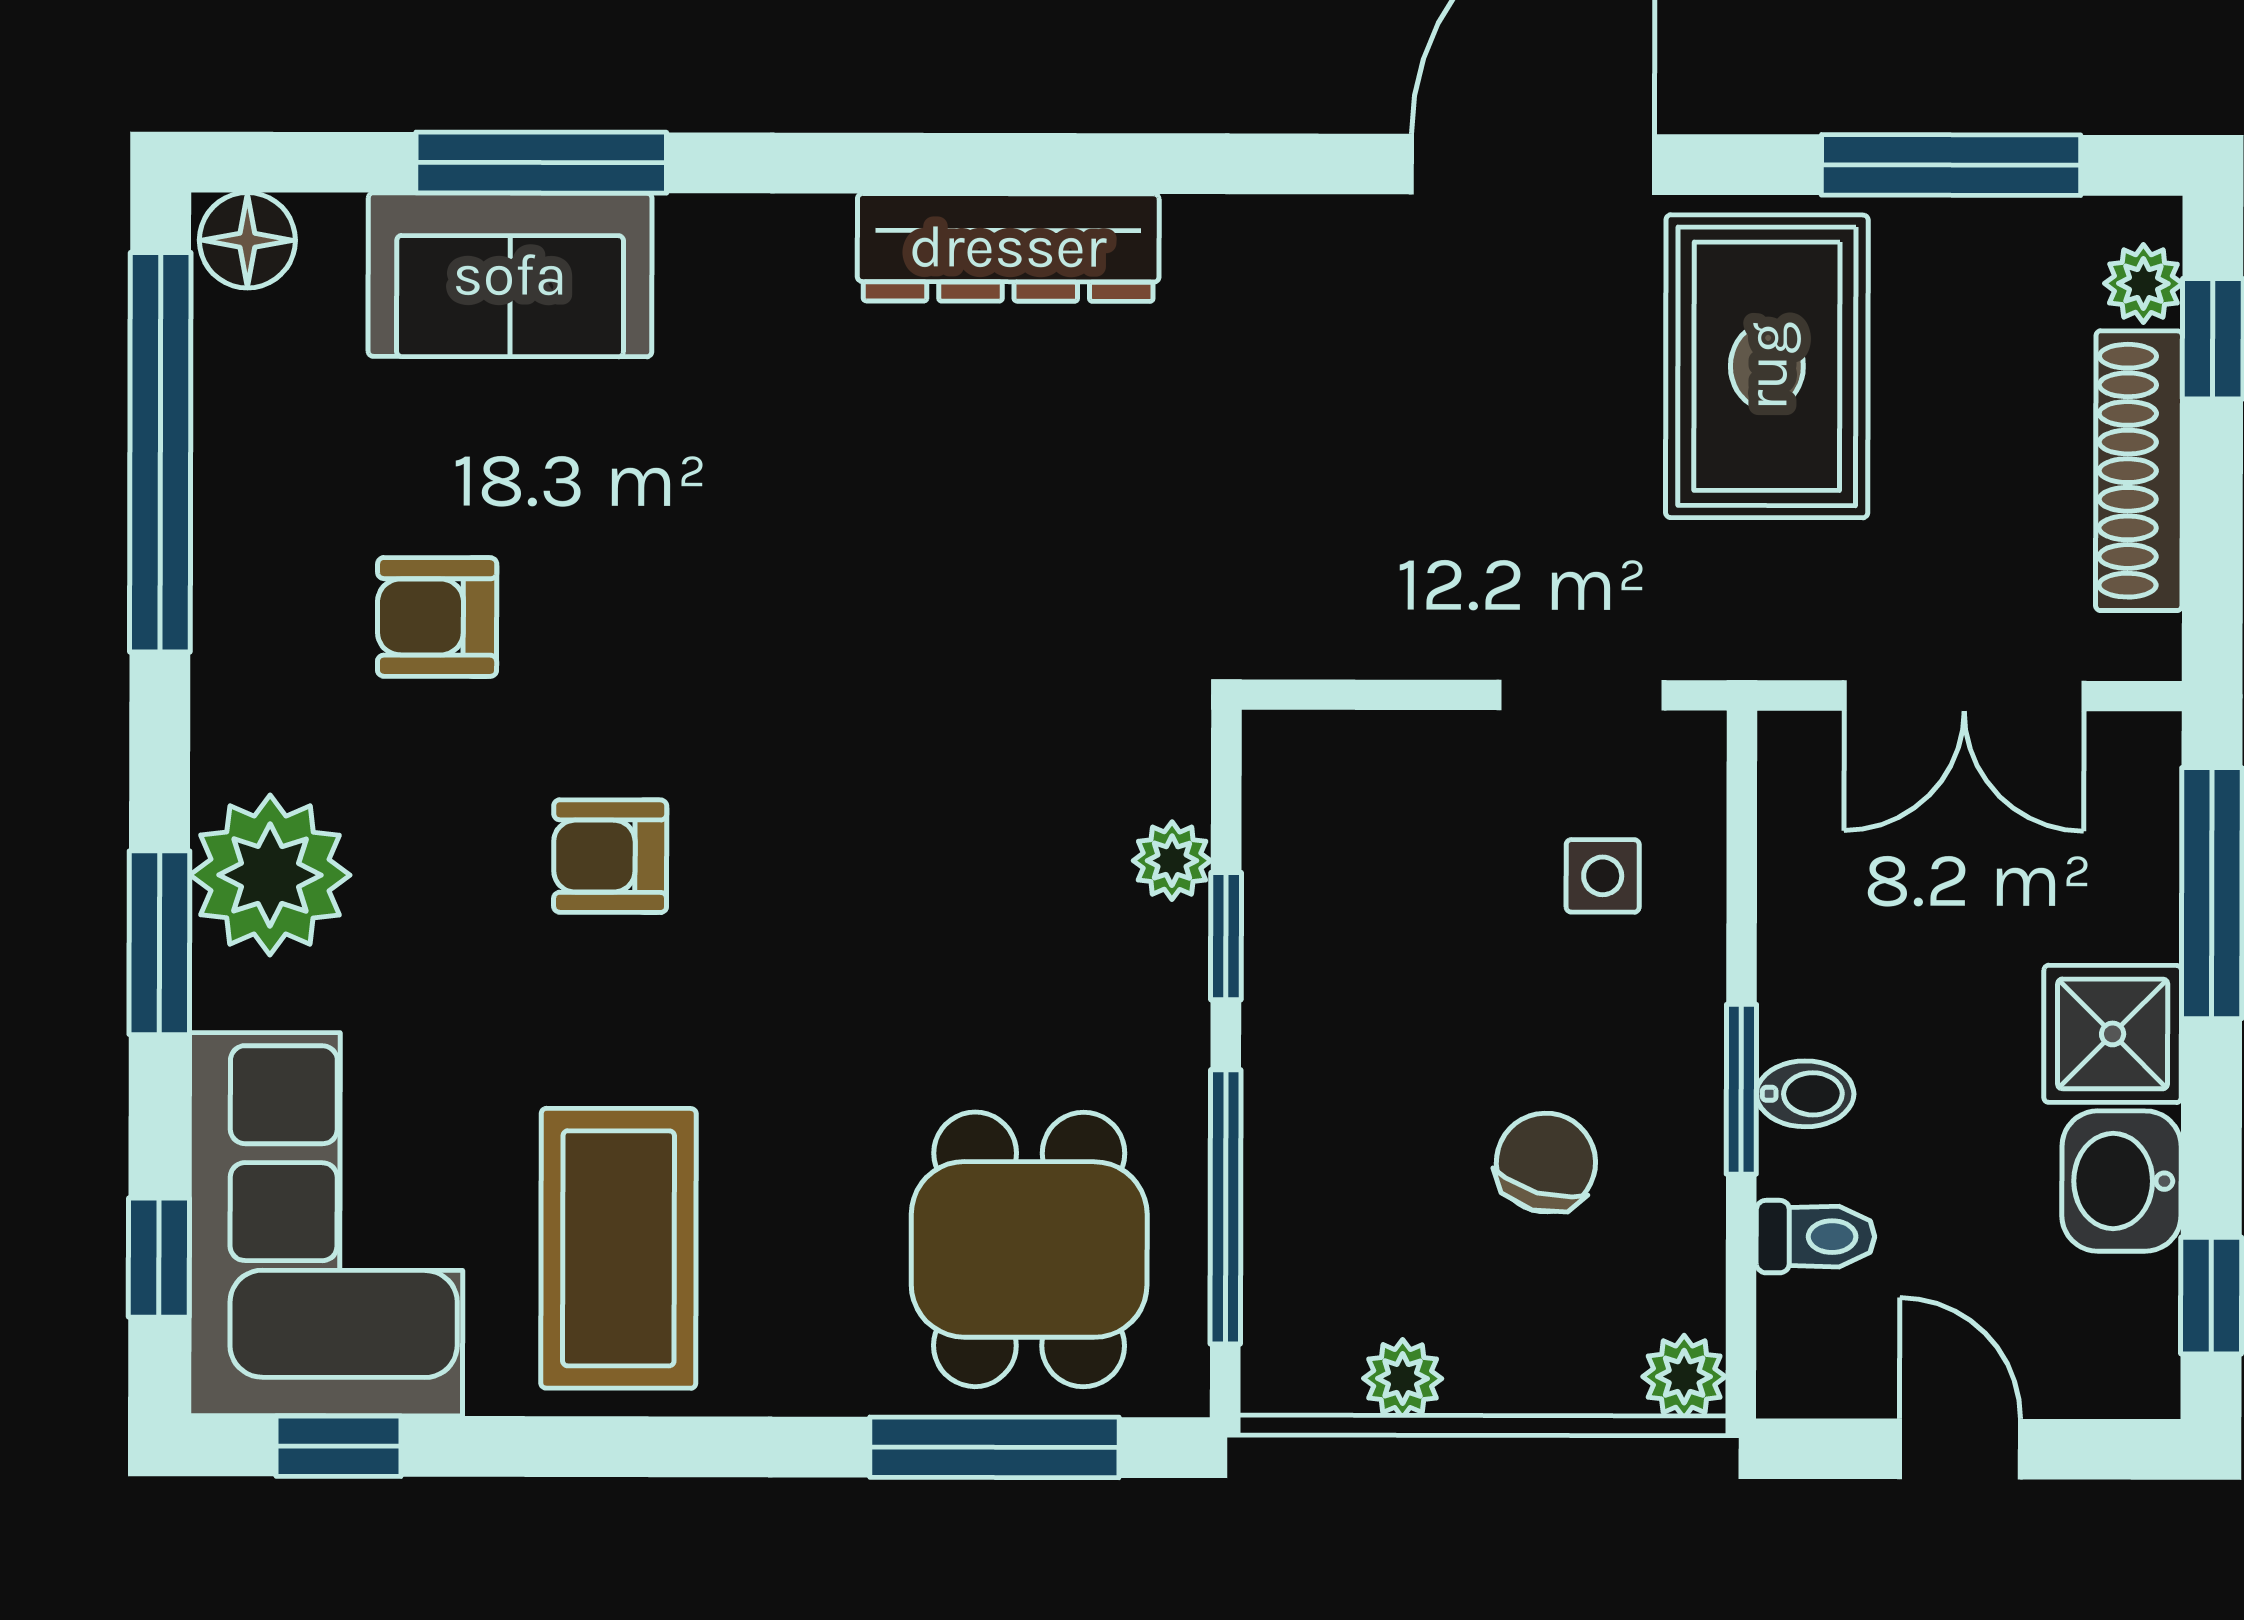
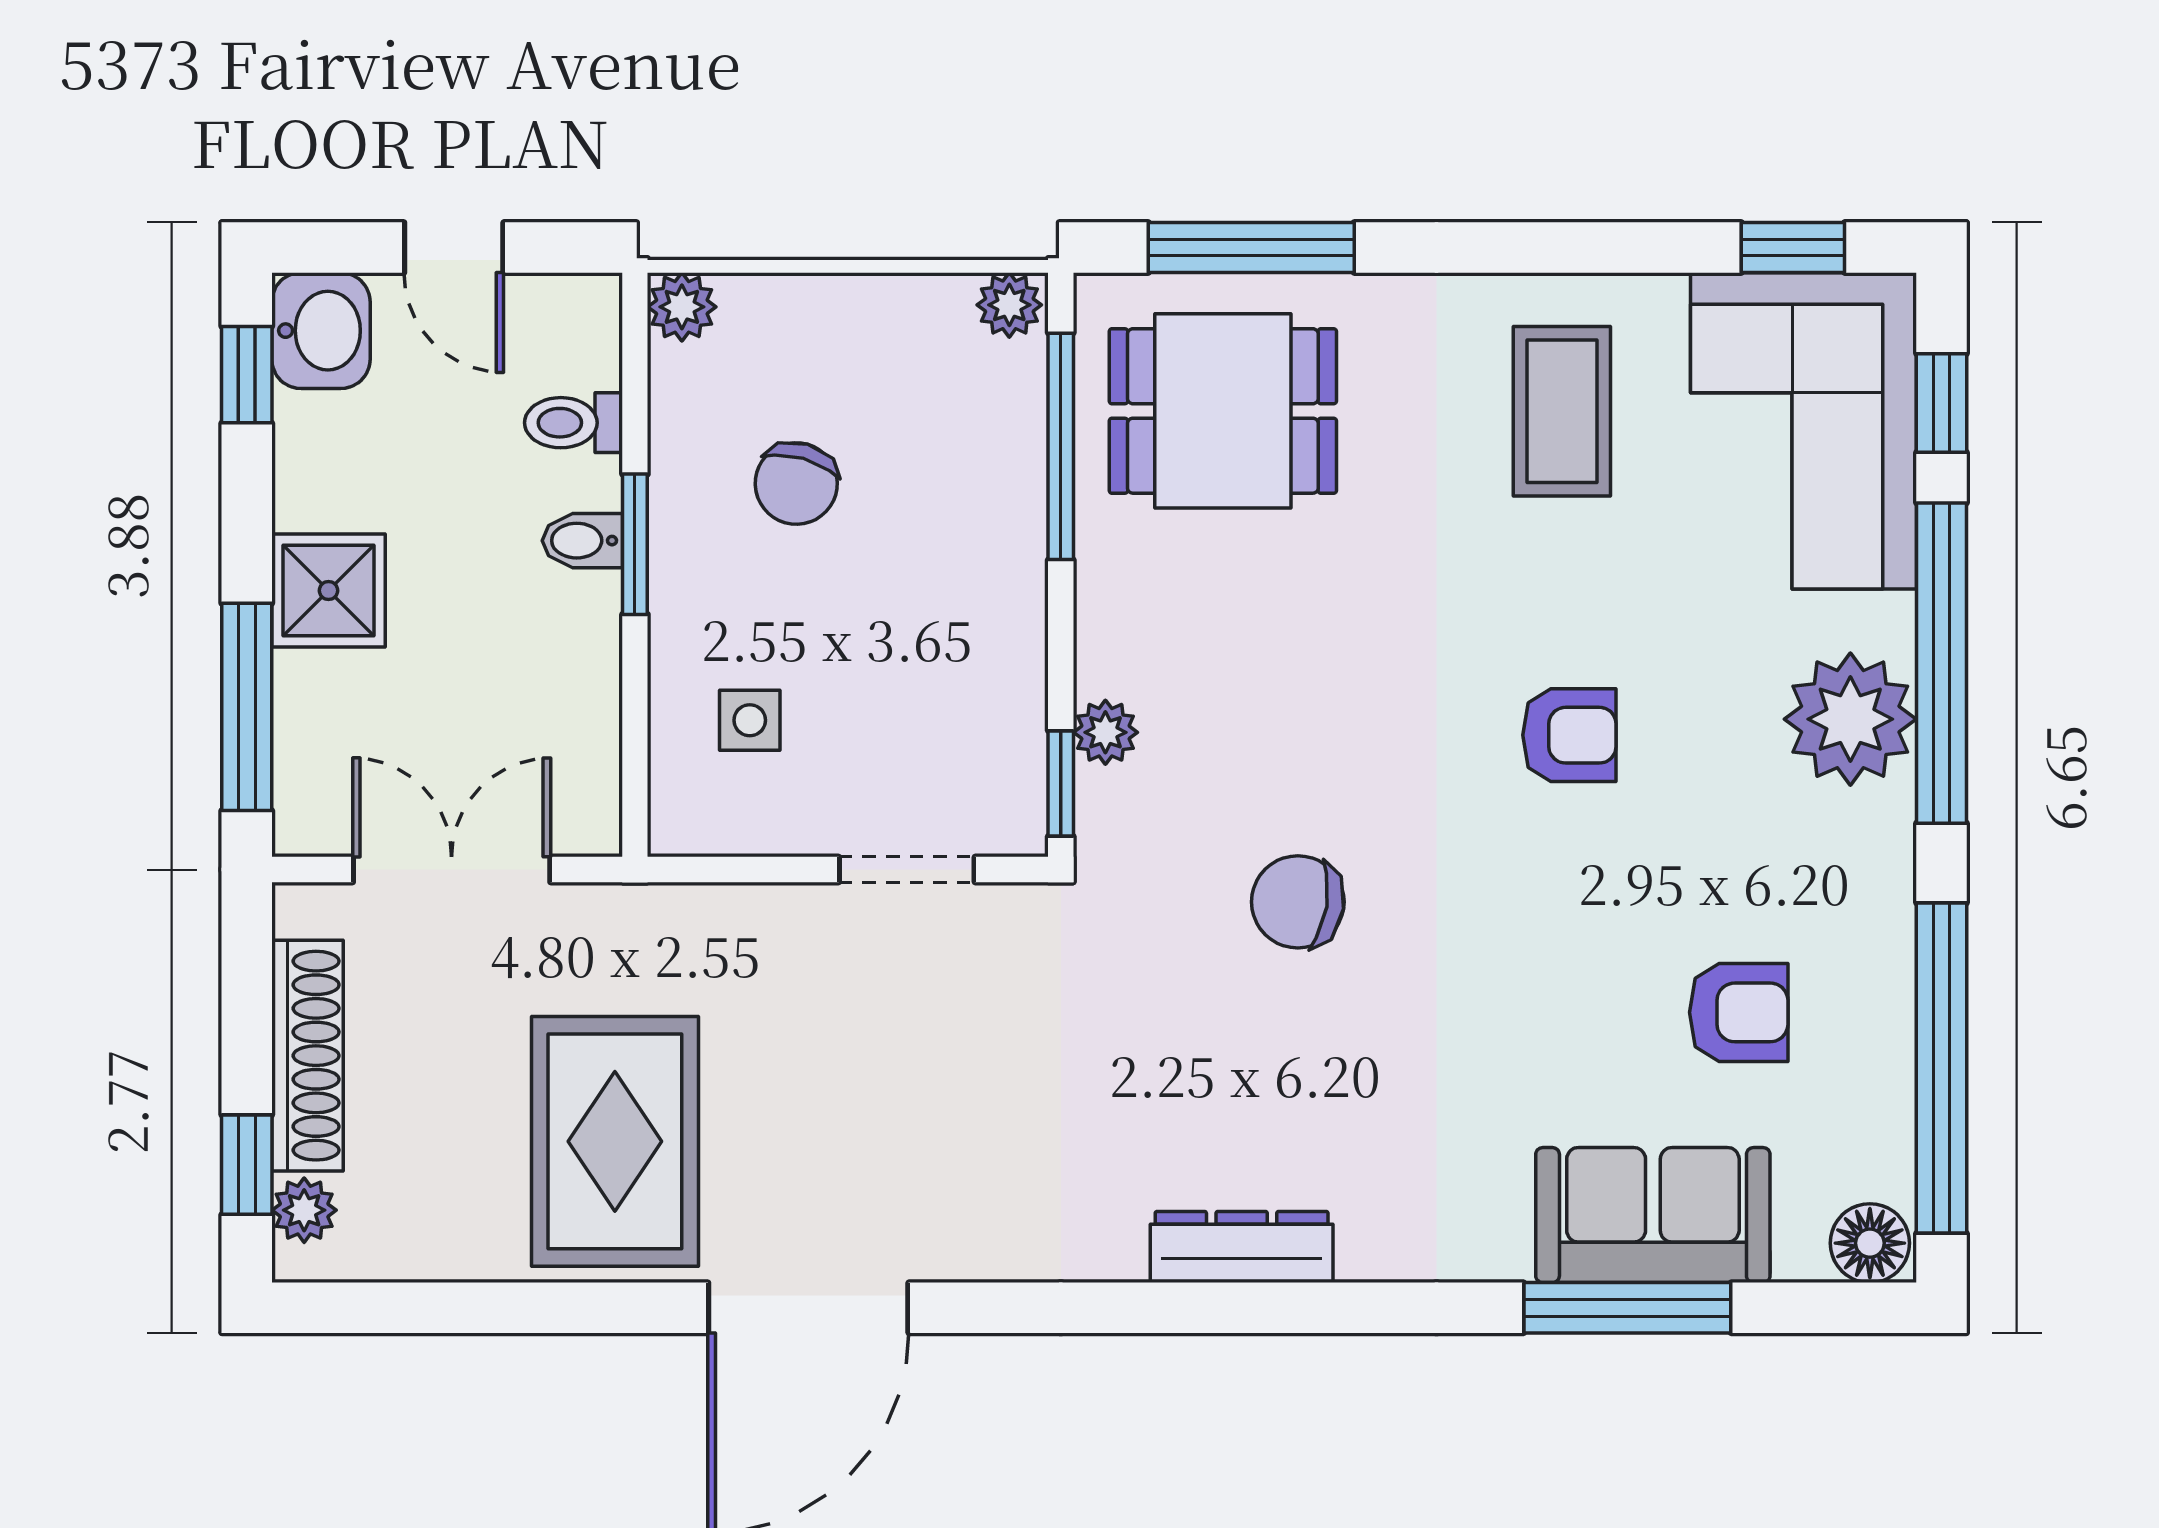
window: (1951, 165) -> (463, 1308), removed
dresser: (1008, 247) -> (1242, 1247), width x0.73, depth x0.80
armchair: (437, 617) -> (1739, 1012), moved
chair: (939, 655) -> (1298, 902), added
doorway: (1582, 695) -> (907, 869), moved
window: (1226, 936) -> (1061, 783), moved
window: (159, 943) -> (1942, 663), width x2.11
washbasin: (2121, 1181) -> (321, 331), moved
coffee table: (618, 1248) -> (1562, 411), width x0.73, depth x0.76
dining table: (1029, 1249) -> (1223, 411), turned 90
plant: (1403, 1378) -> (1009, 305), moved

